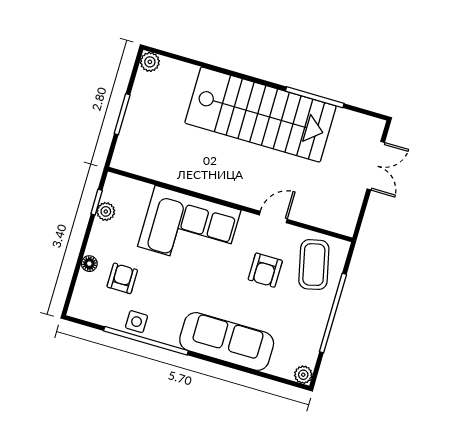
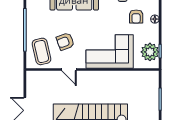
plant: (106, 211) -> (150, 52), width x1.87, depth x1.87
door: (273, 217) -> (69, 69), hinge flipped
armchair: (265, 270) -> (65, 42), turned -110

